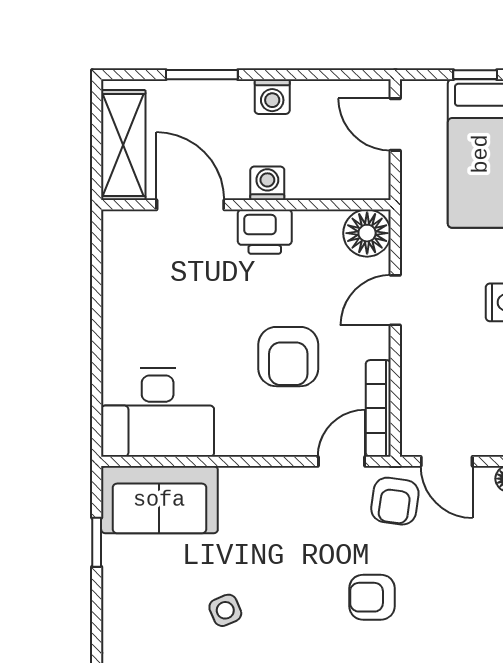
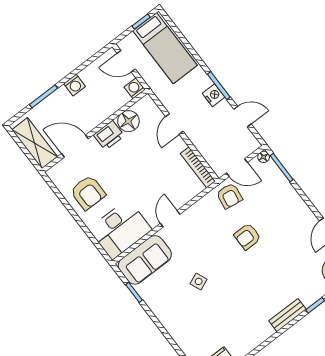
washing machine: (267, 183) -> (135, 88), moved
floor lamp: (367, 233) -> (128, 121), moved
armchair: (288, 357) -> (88, 193), moved
door: (341, 461) -> (170, 219), moved

